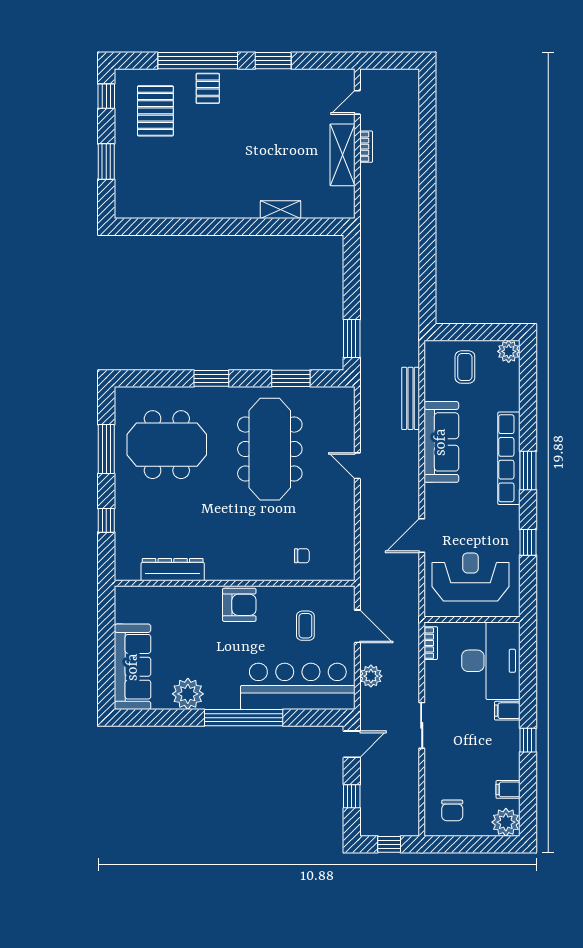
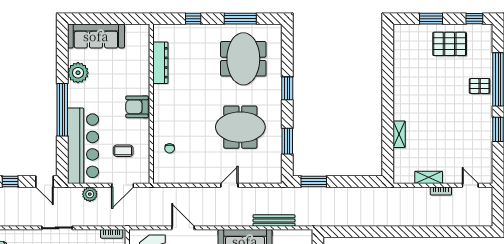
pallet: (155, 111) -> (450, 44), moved
shelving: (343, 155) -> (429, 177), width x0.67, depth x0.75
meeting table: (270, 449) -> (240, 127), width x0.73
armchair: (239, 605) -> (137, 107), turned 90

